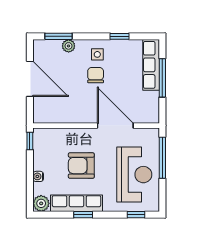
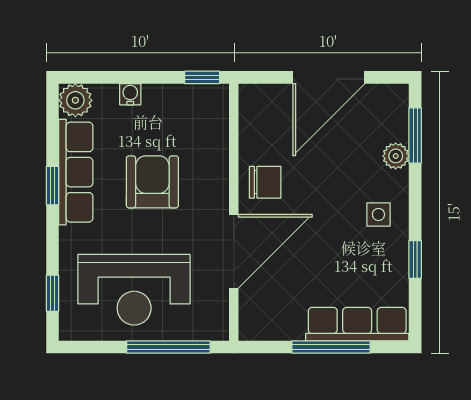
chair: (96, 75) -> (265, 182), moved

